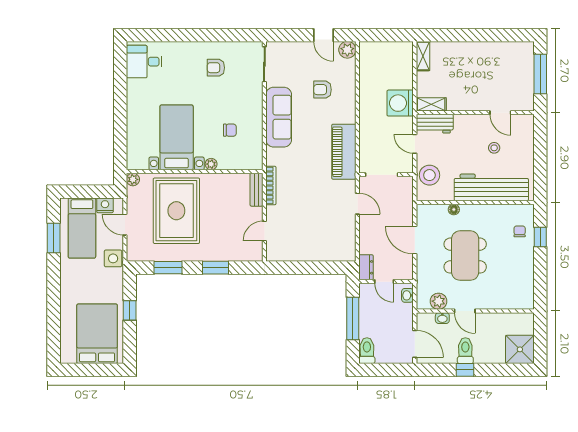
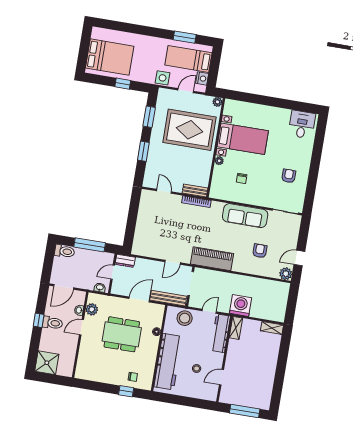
workbench: (435, 124) -> (221, 333), width x1.38
bench: (406, 201) -> (168, 298), added

